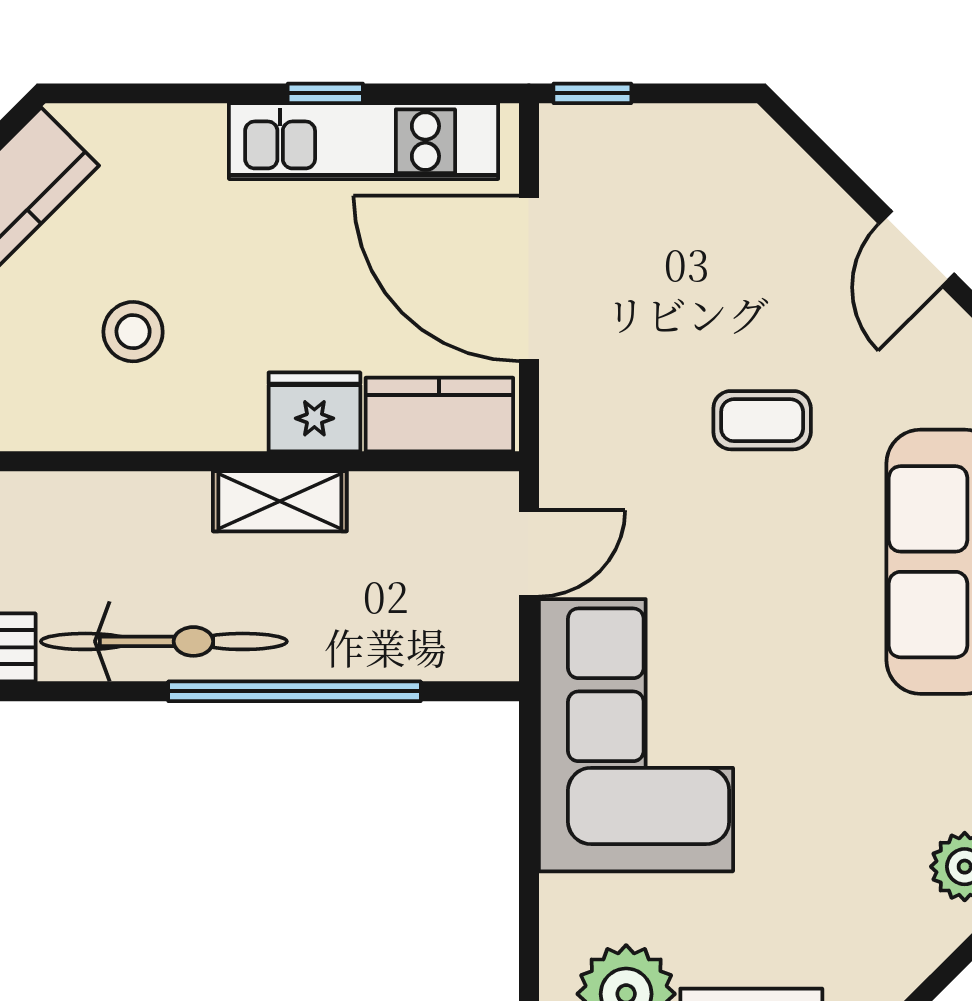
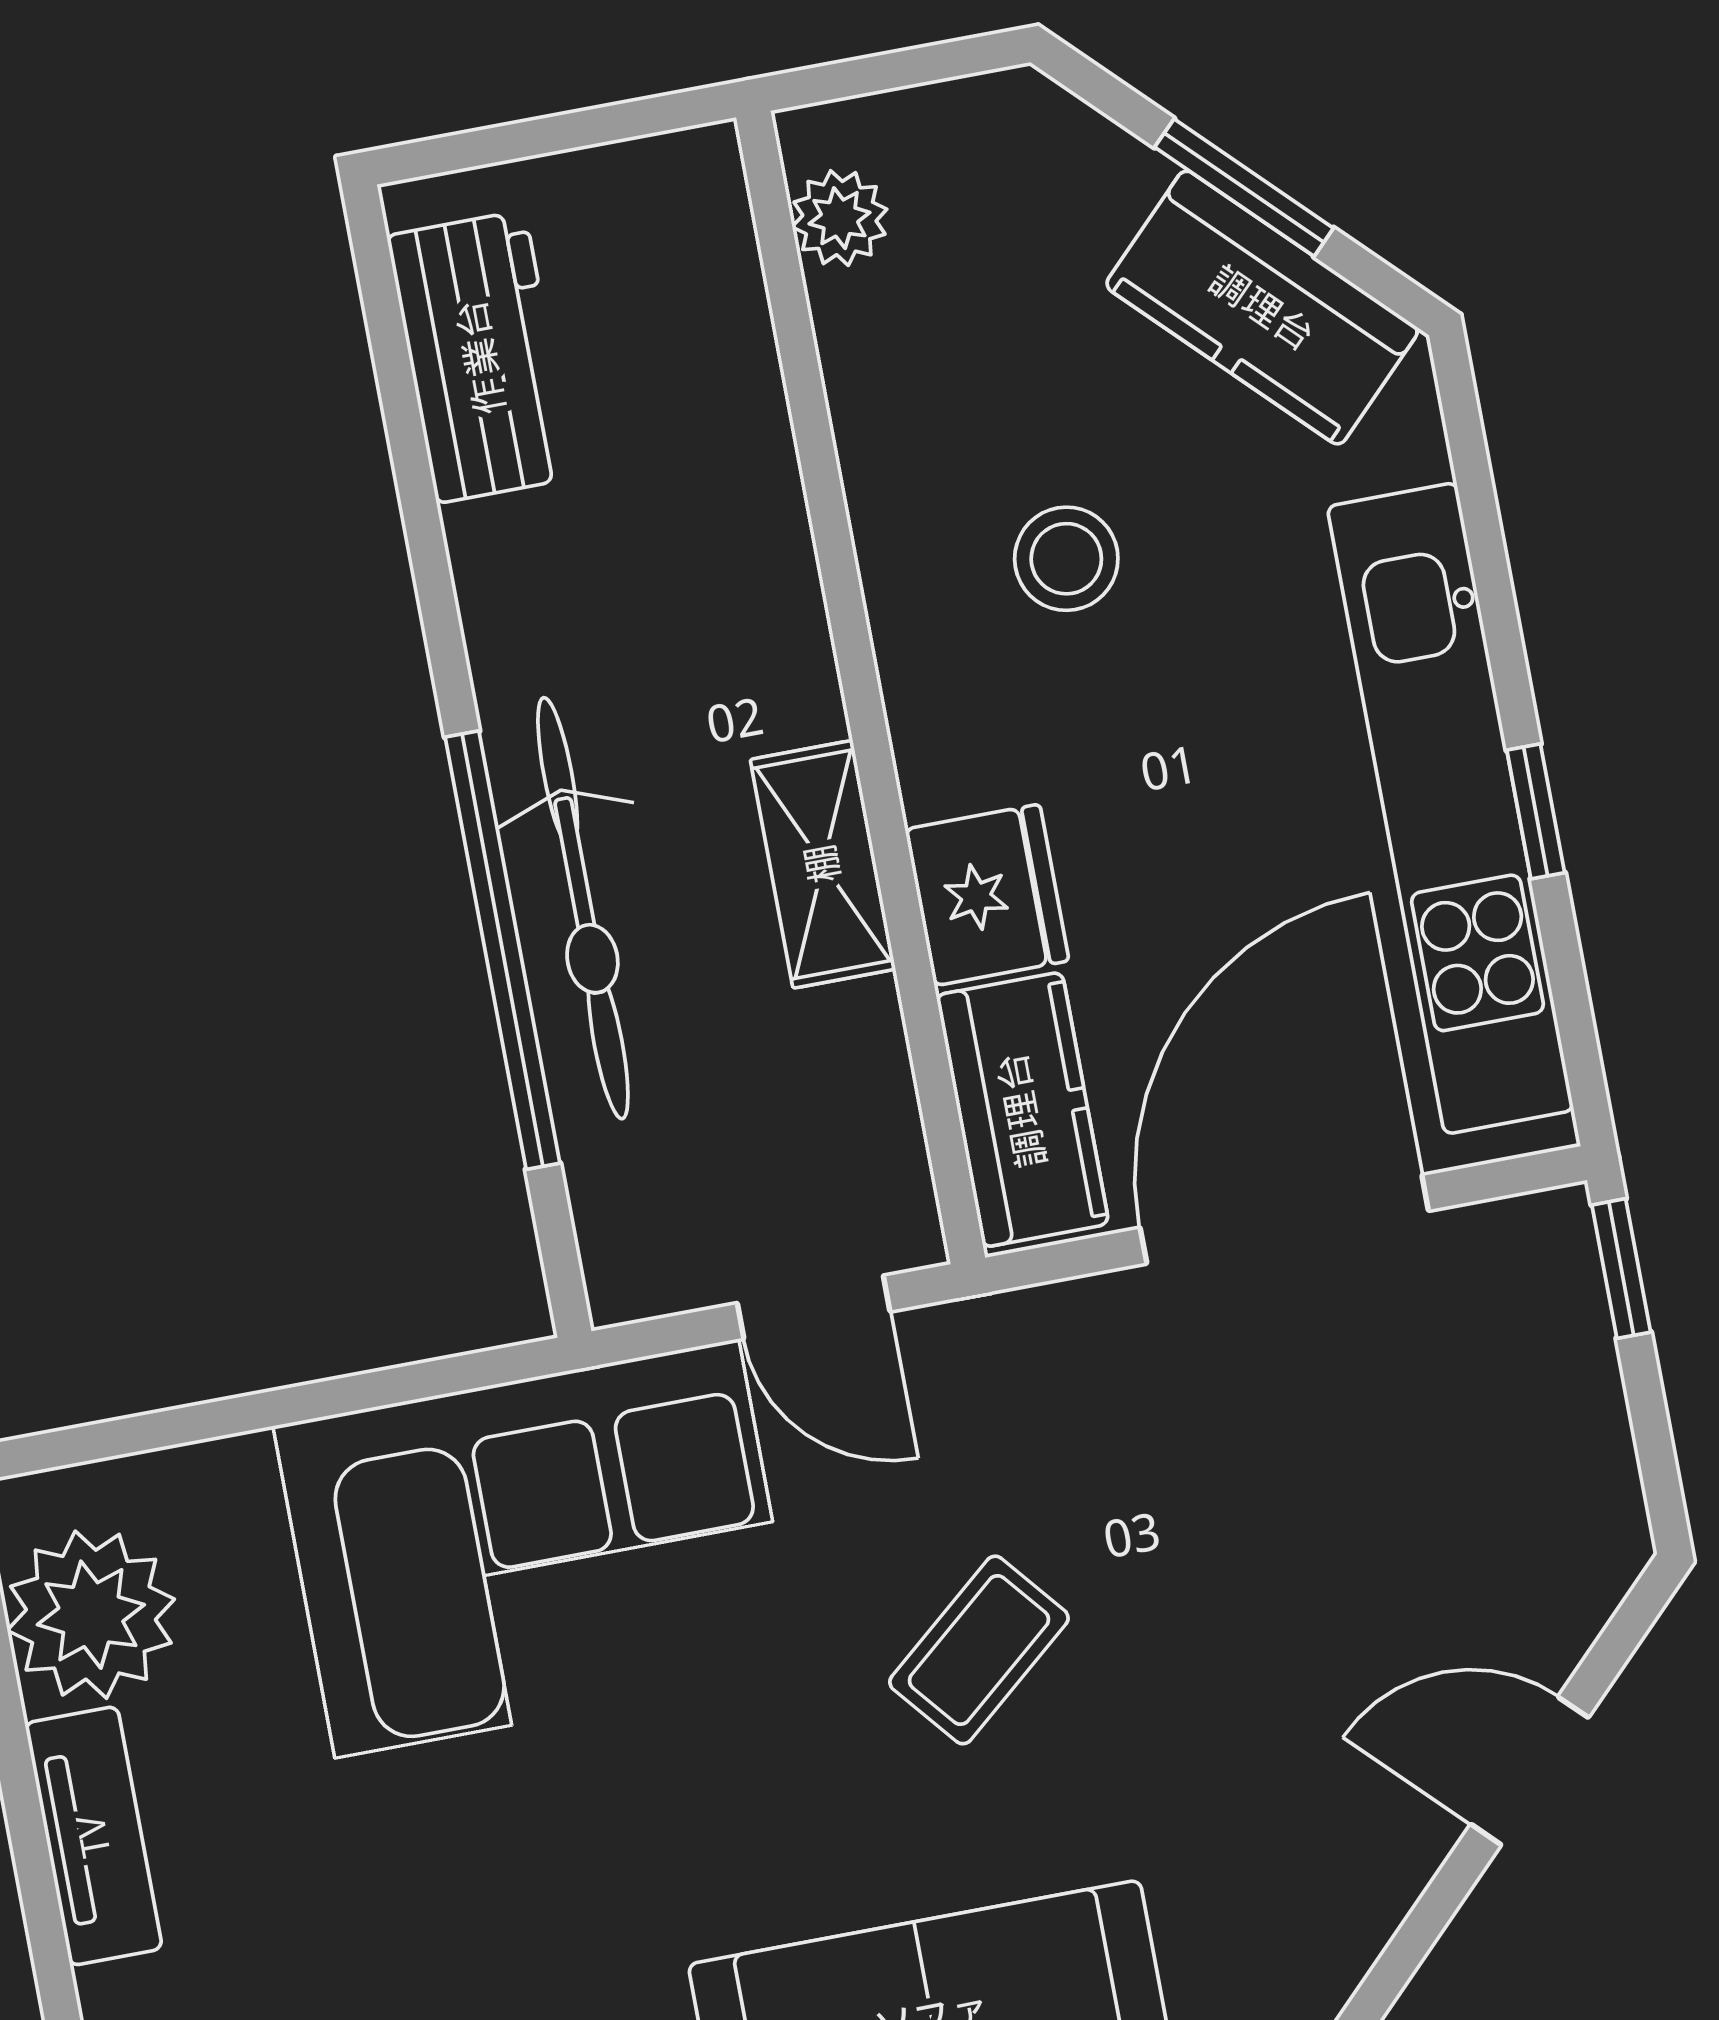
kitchen unit: (364, 141) -> (1450, 808), width x1.36
door: (917, 249) -> (1530, 1771), moved
coffee table: (762, 420) -> (979, 1650), moved, turned 50
bicycle: (164, 641) -> (583, 908), moved

